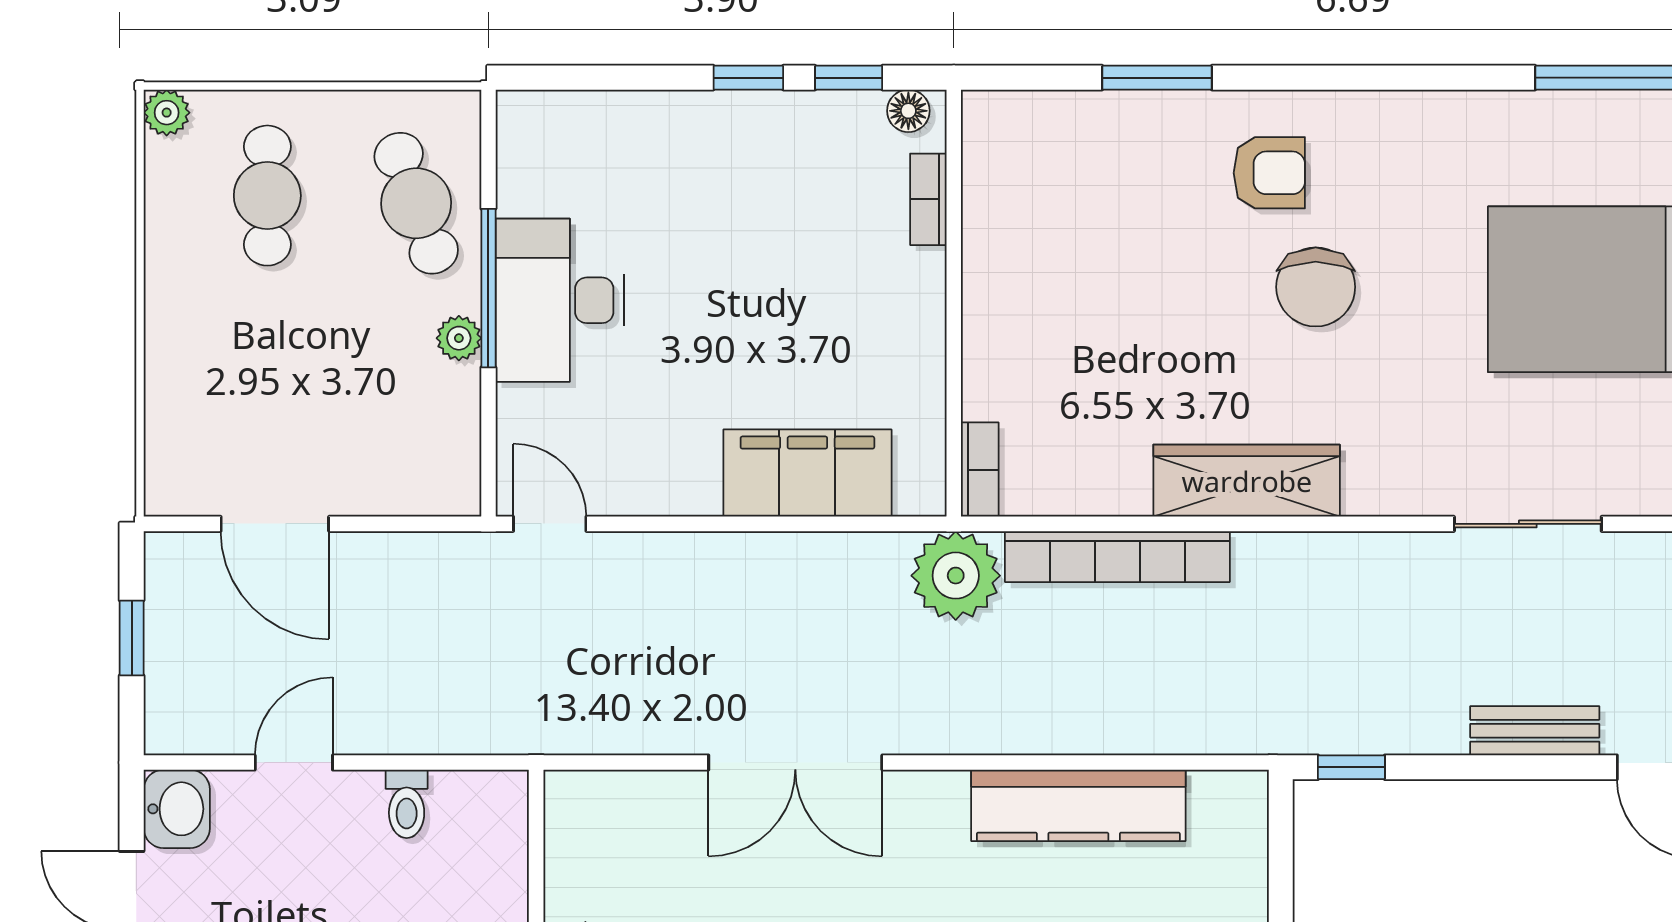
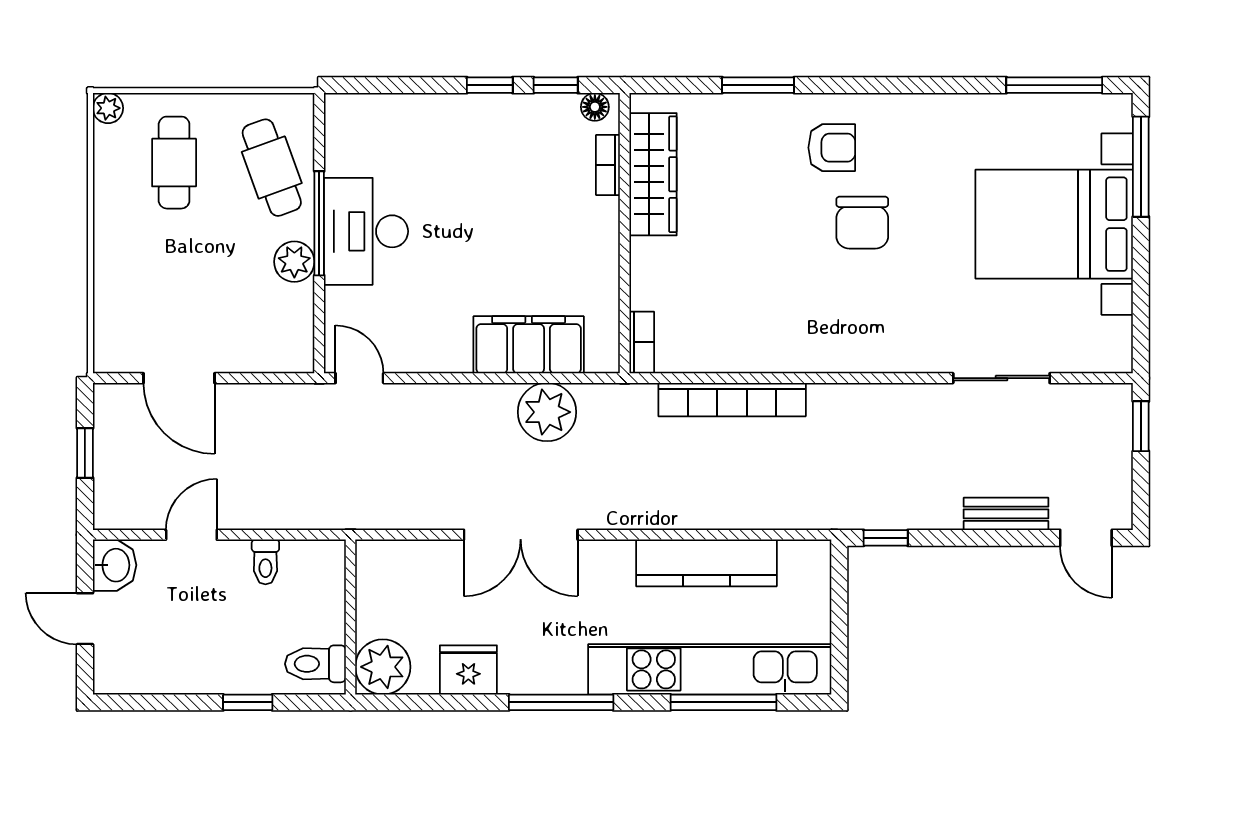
plant: (459, 338) -> (294, 262), width x1.38, depth x1.38
wardrobe: (1247, 481) -> (653, 174), moved, turned 90
plant: (956, 576) -> (547, 412), moved

